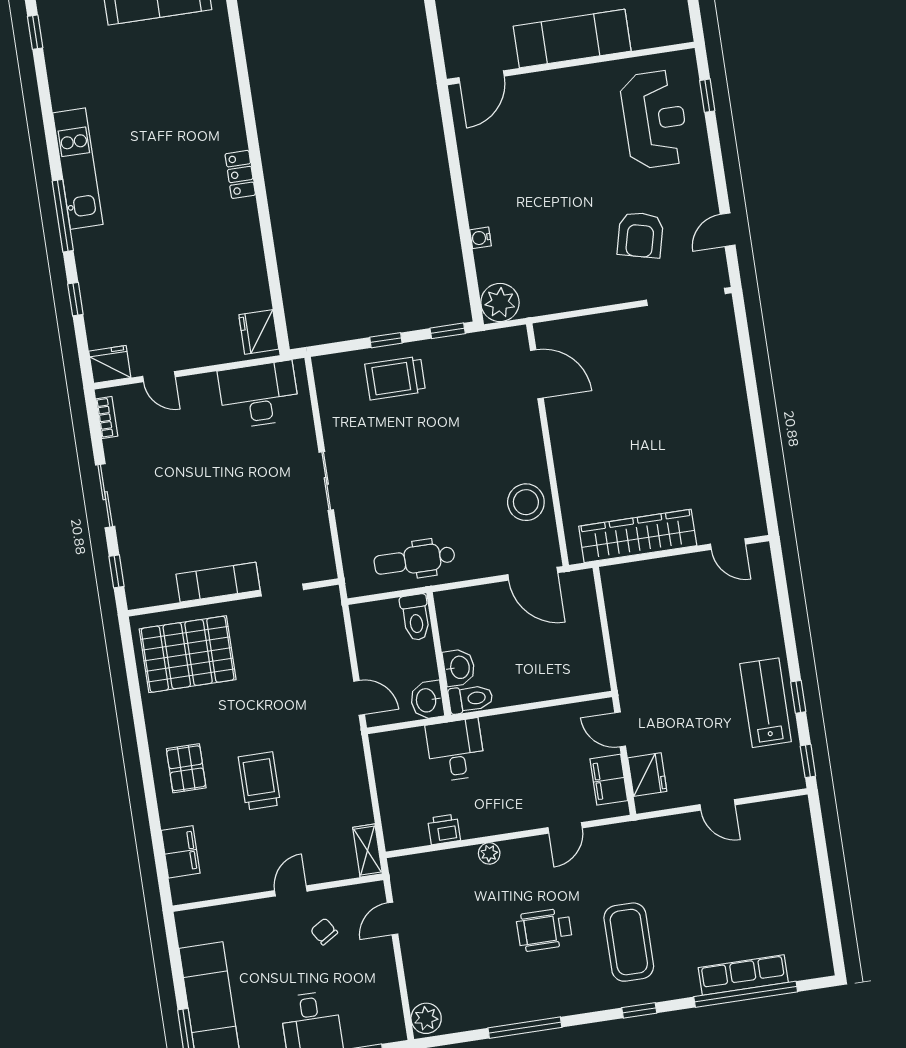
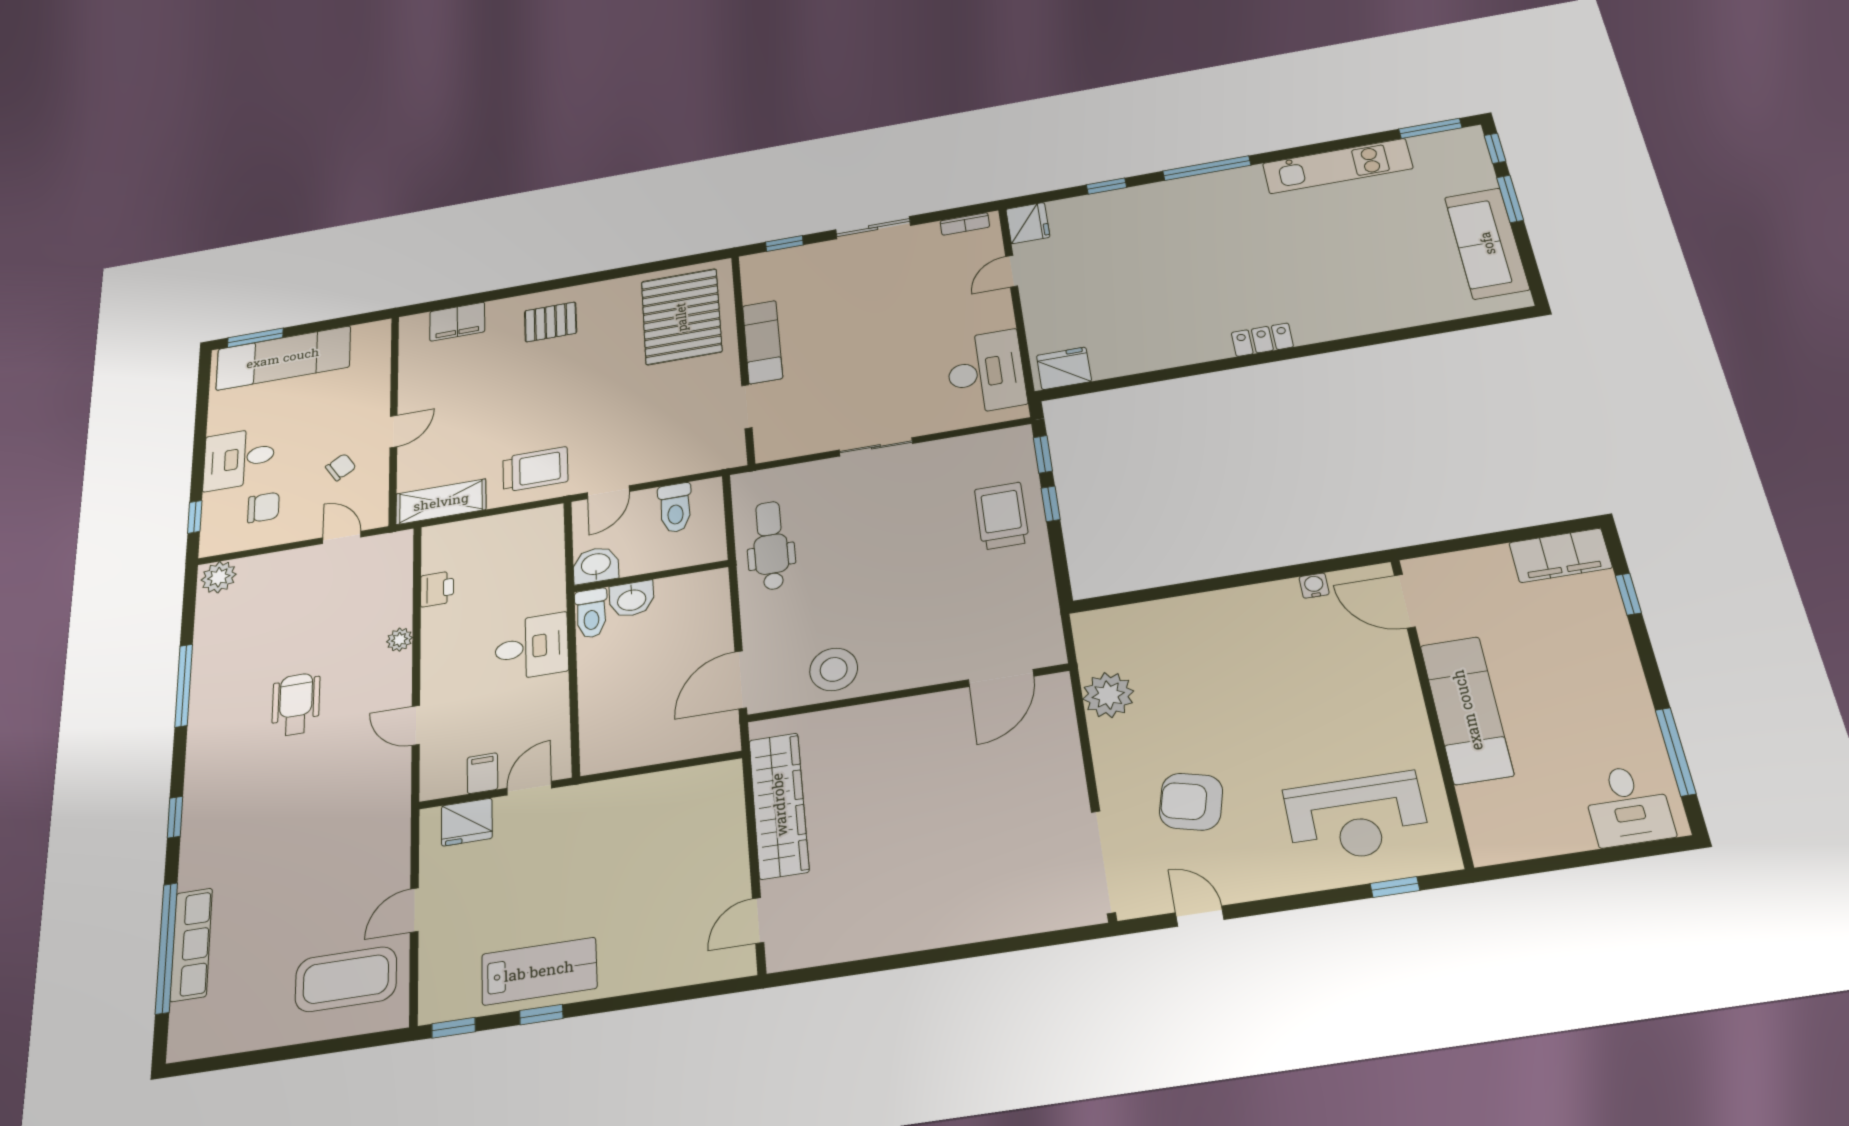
window: (35, 32) -> (1430, 128), width x1.50
kitchen unit: (78, 169) -> (1338, 166), moved
water cooler: (481, 238) -> (1314, 586), moved
plant: (500, 302) -> (1108, 695), moved
window: (448, 331) -> (1043, 454), moved
toilet: (416, 617) -> (675, 508), moved, turned -90
desk: (456, 750) -> (532, 647), moved
filing cabinet: (609, 780) -> (482, 773), width x0.50
trolley: (259, 781) -> (535, 469), moved
shelving: (368, 851) -> (441, 502), width x1.50, depth x1.33
door: (291, 891) -> (394, 431), hinge flipped
coffee table: (629, 942) -> (346, 979), moved
chair: (361, 992) -> (263, 507), added

